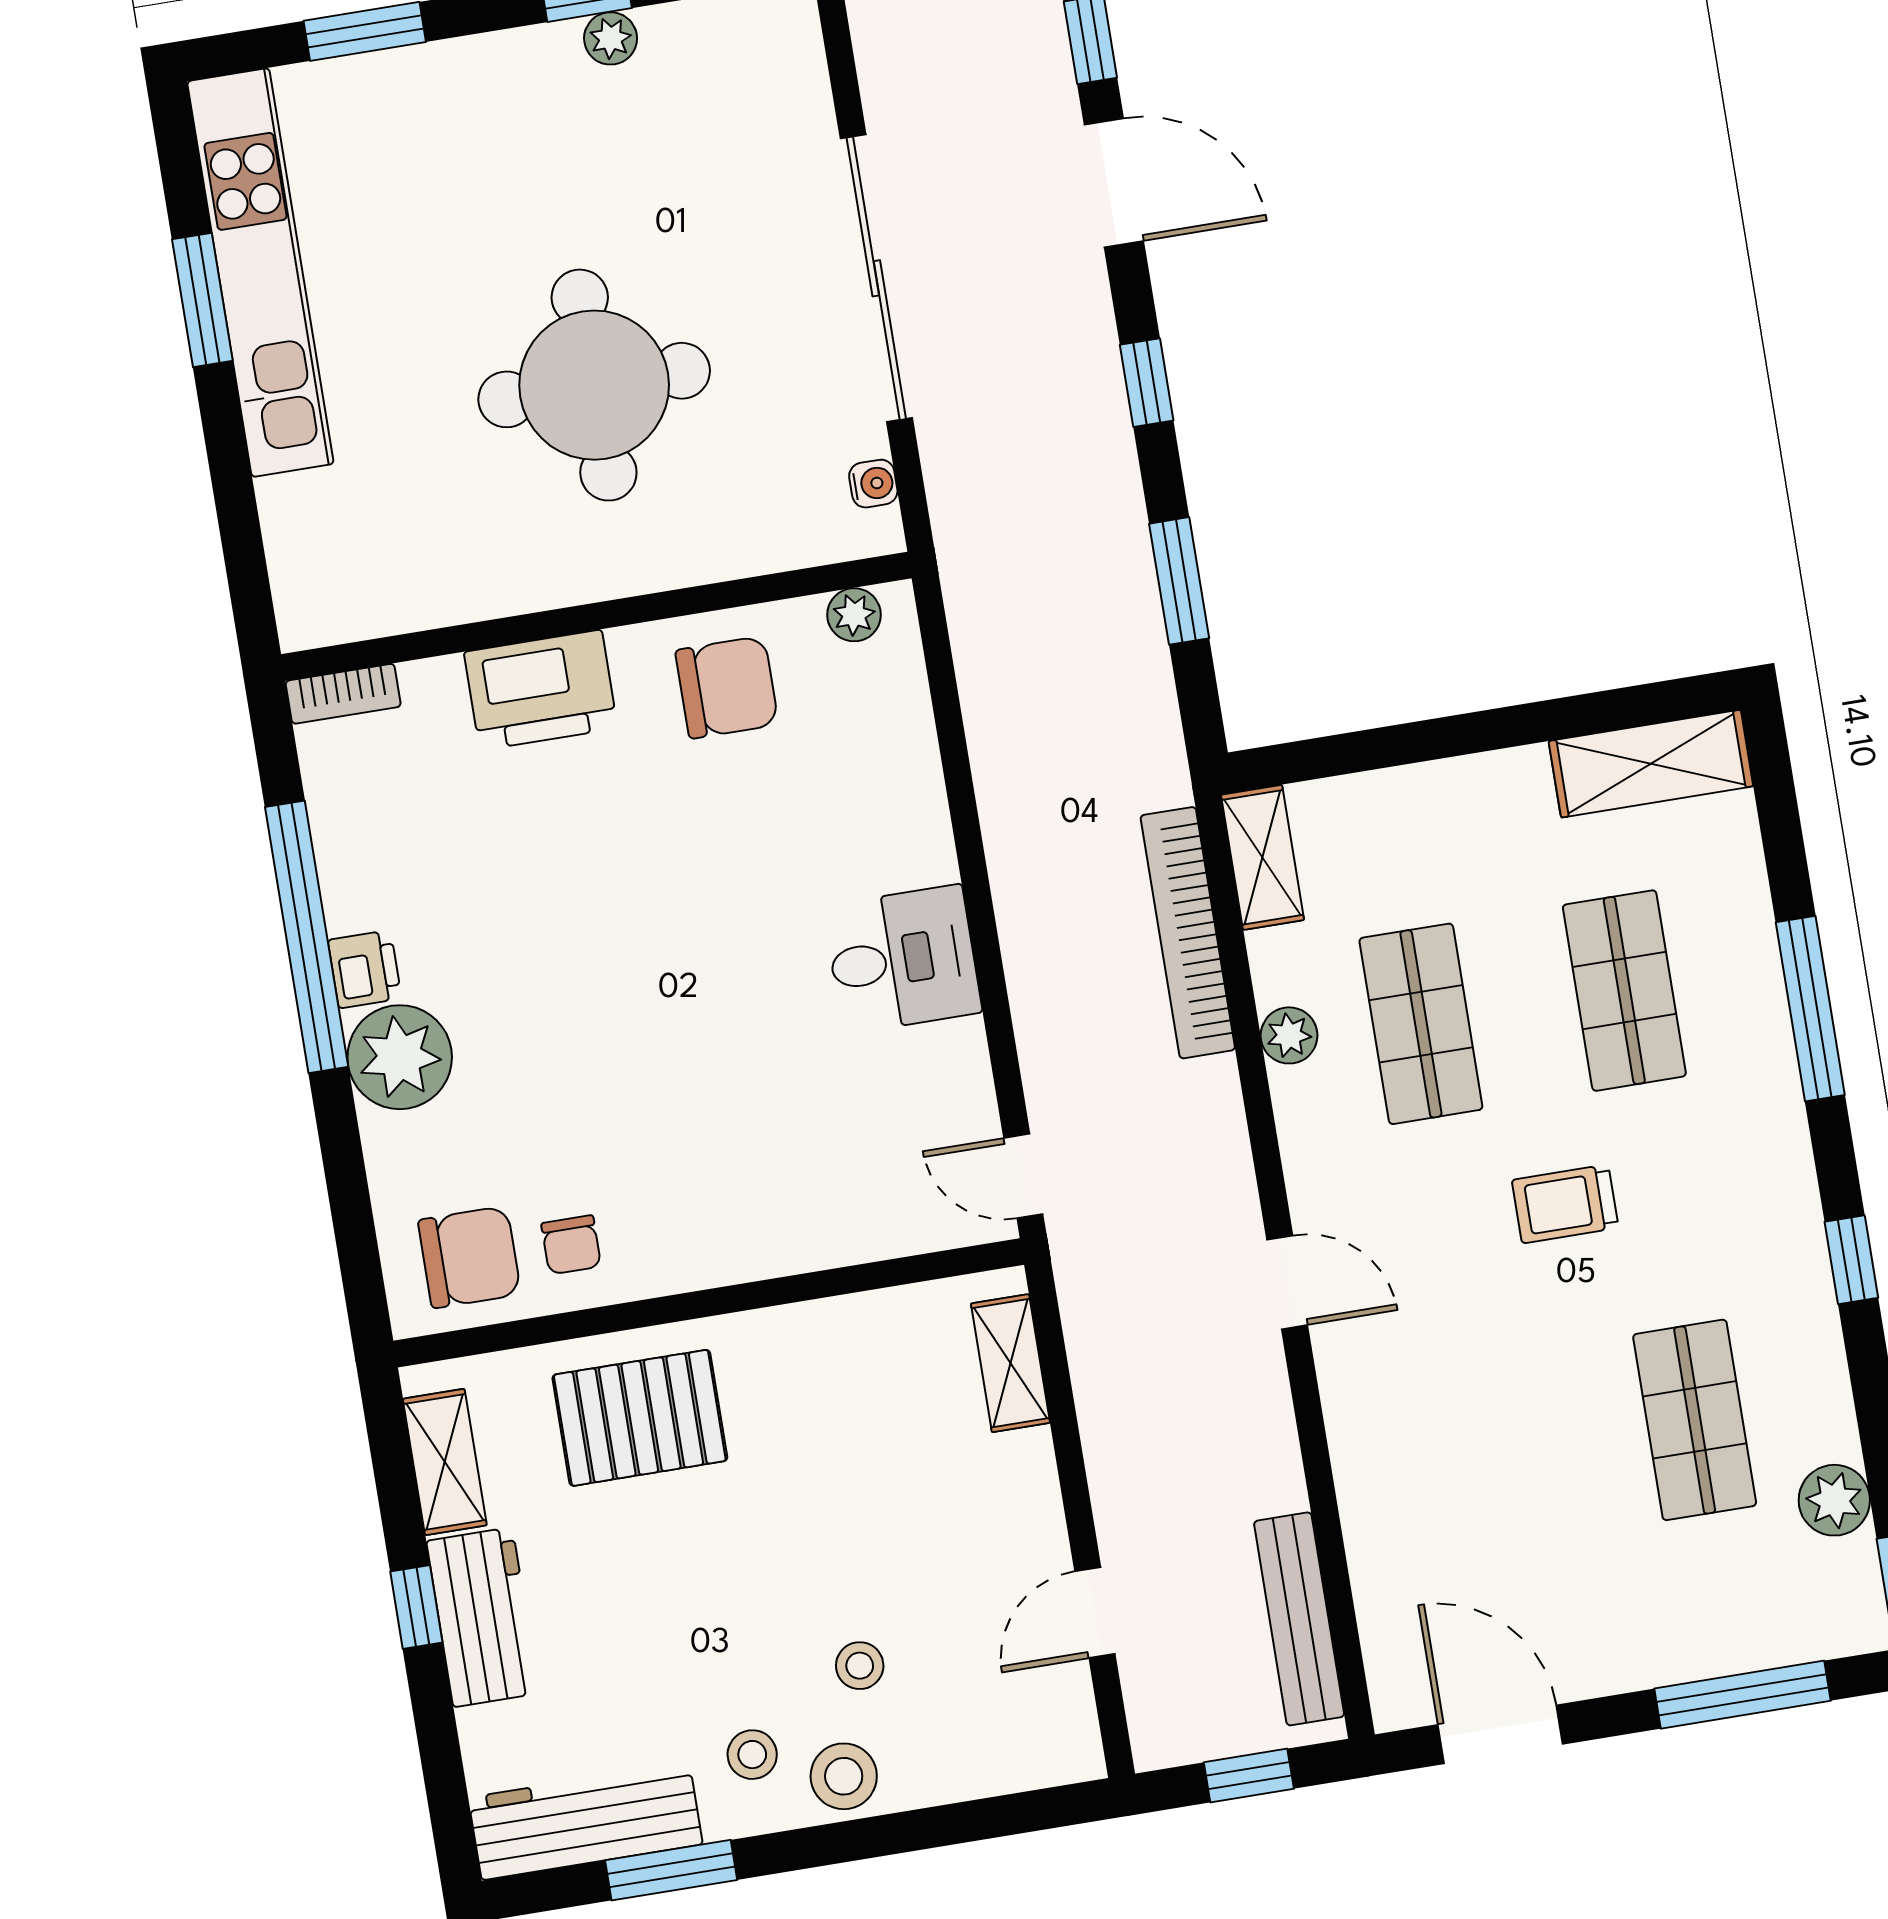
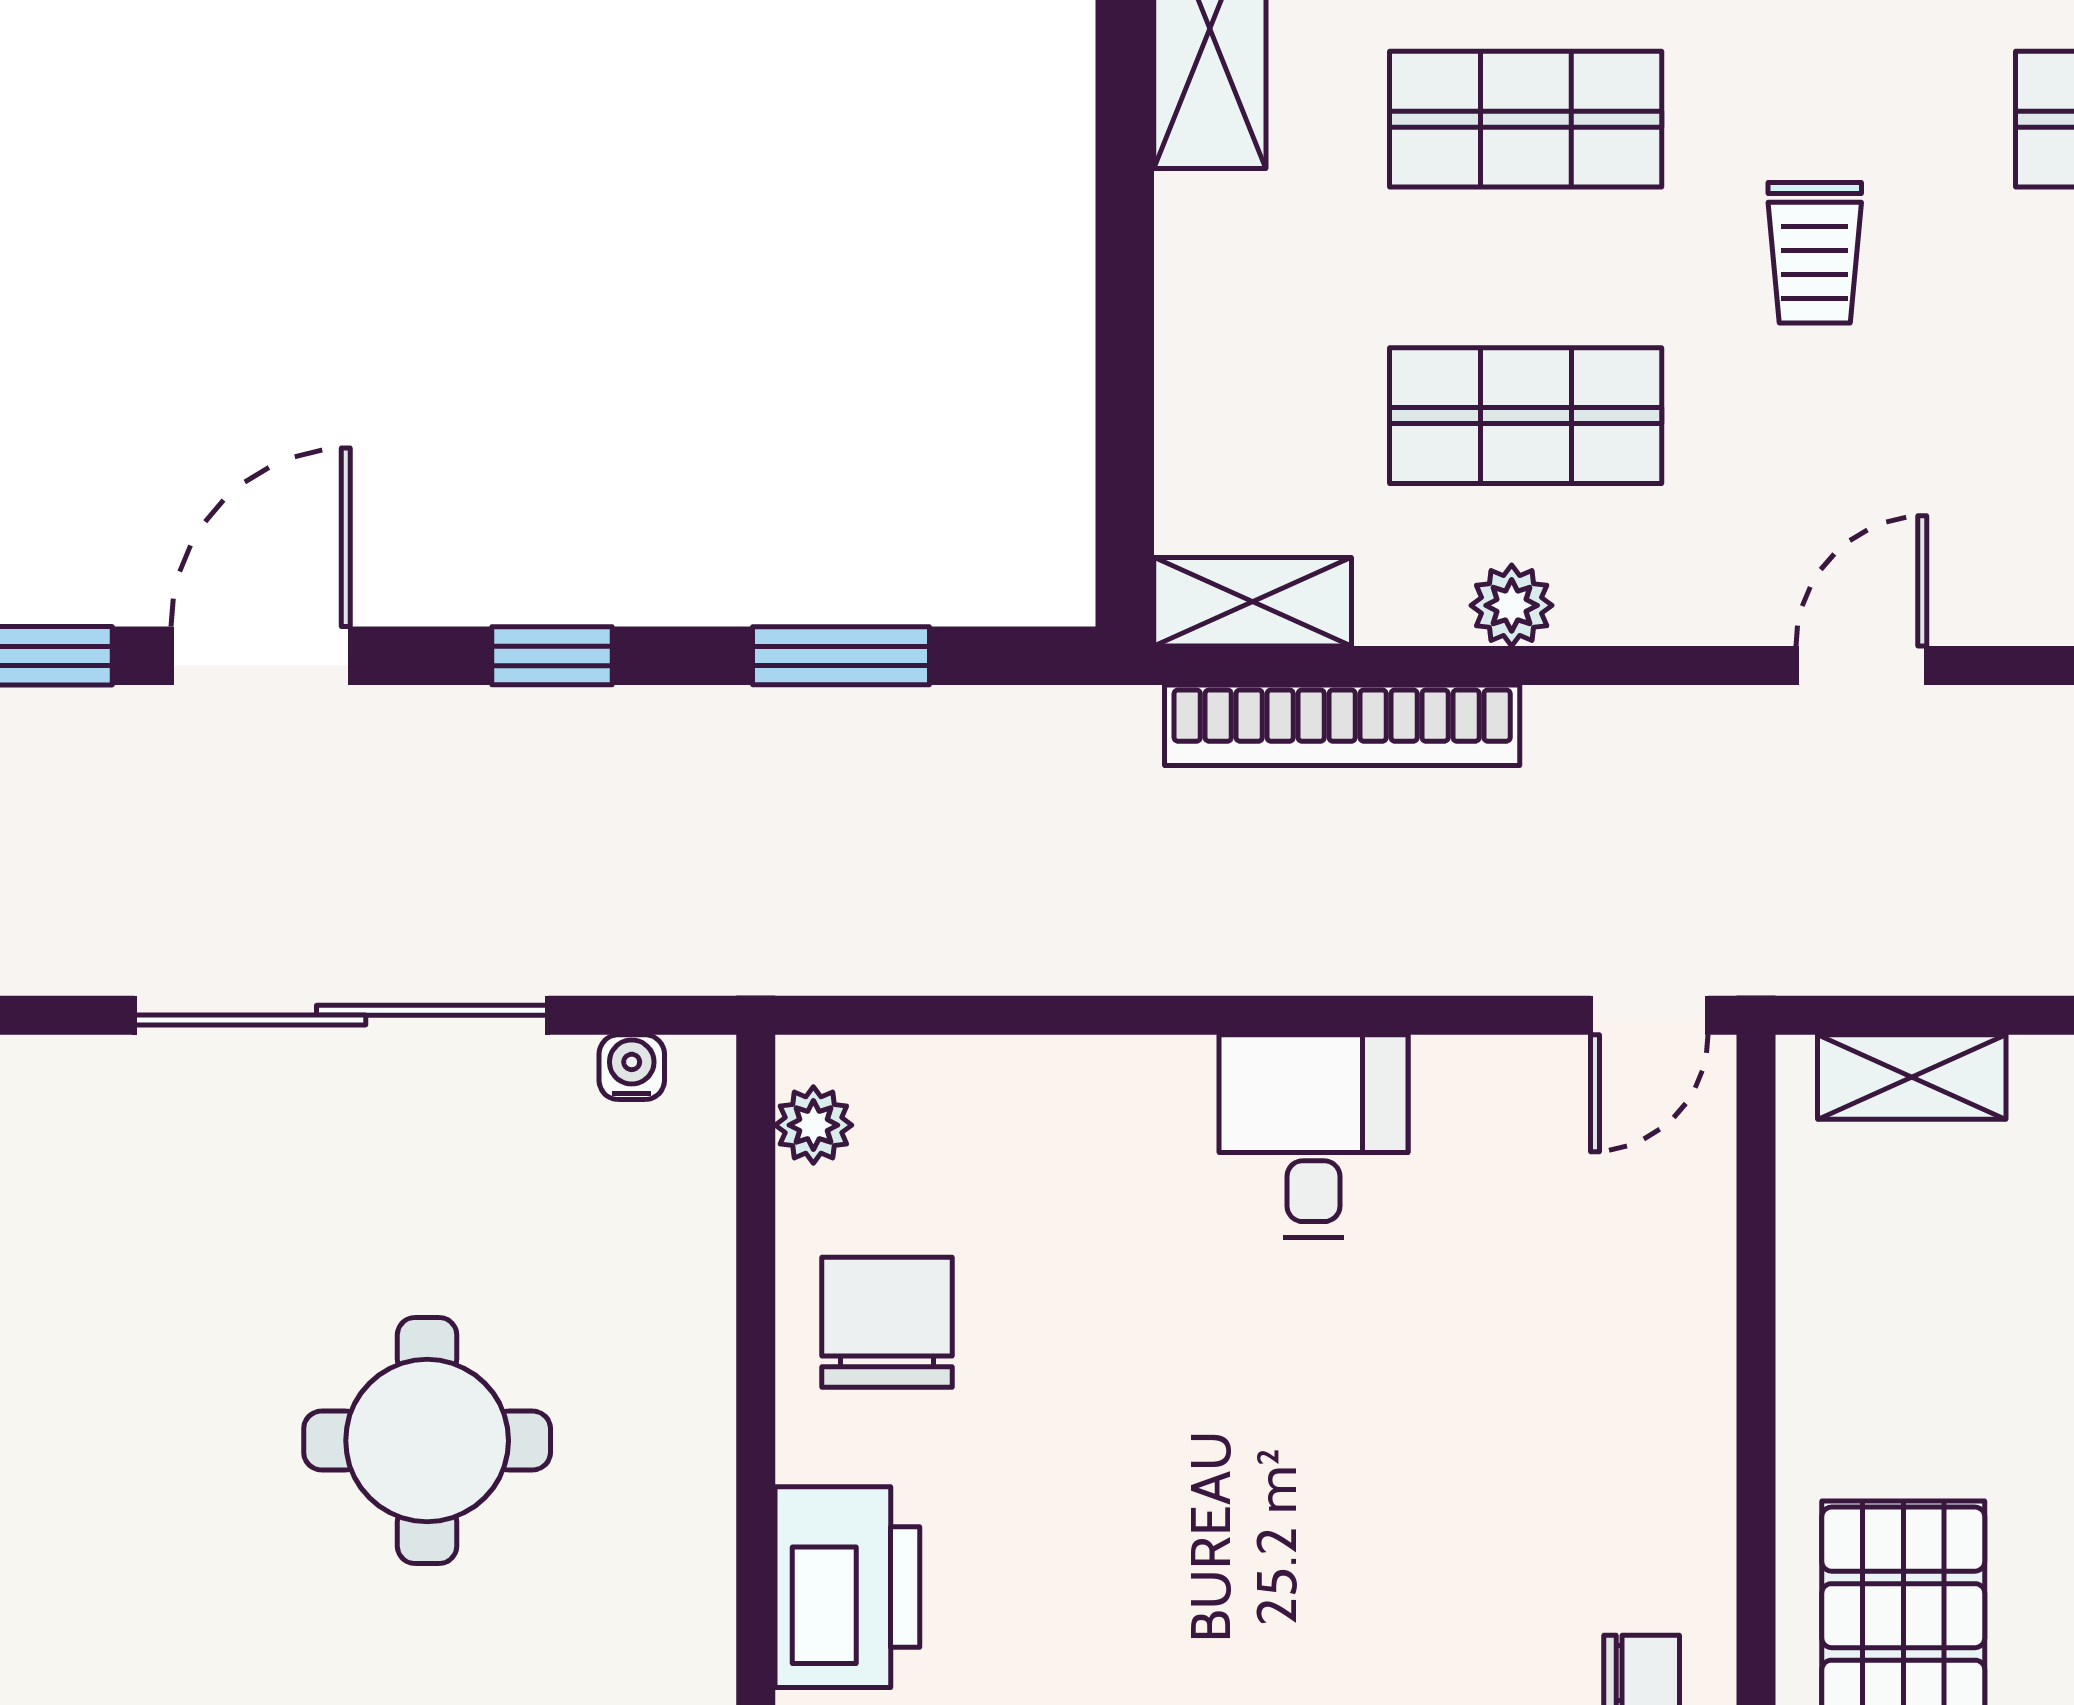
round table: (594, 385) -> (427, 1441), width x0.73, depth x0.73

